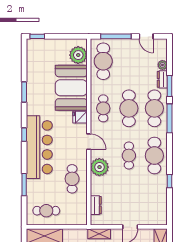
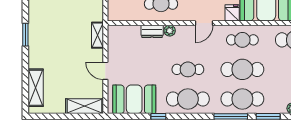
dresser: (162, 79) -> (276, 108), removed
plant: (99, 167) -> (170, 31), width x0.53, depth x0.53
booth: (155, 202) -> (134, 99), added
dresser: (96, 205) -> (152, 31), moved

